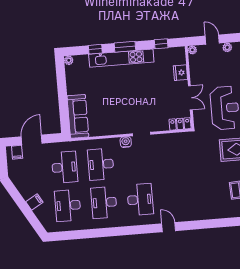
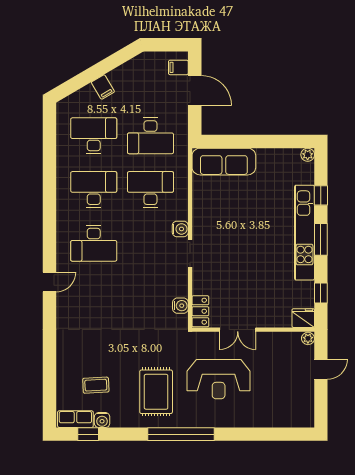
plant: (227, 47) -> (308, 390), removed
fridge: (180, 73) -> (303, 318), moved
water cooler: (177, 138) -> (180, 306), added

